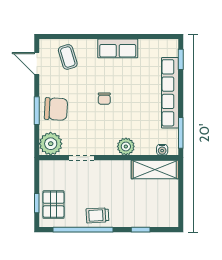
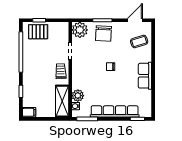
plant: (126, 146) -> (78, 96), moved
trolley: (97, 215) -> (61, 71), moved
filing cabinet: (171, 218) -> (29, 112), added

